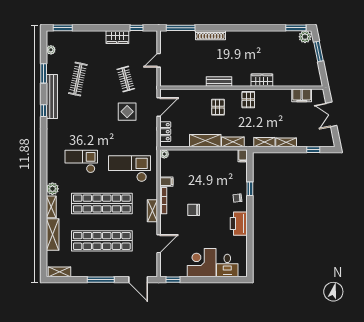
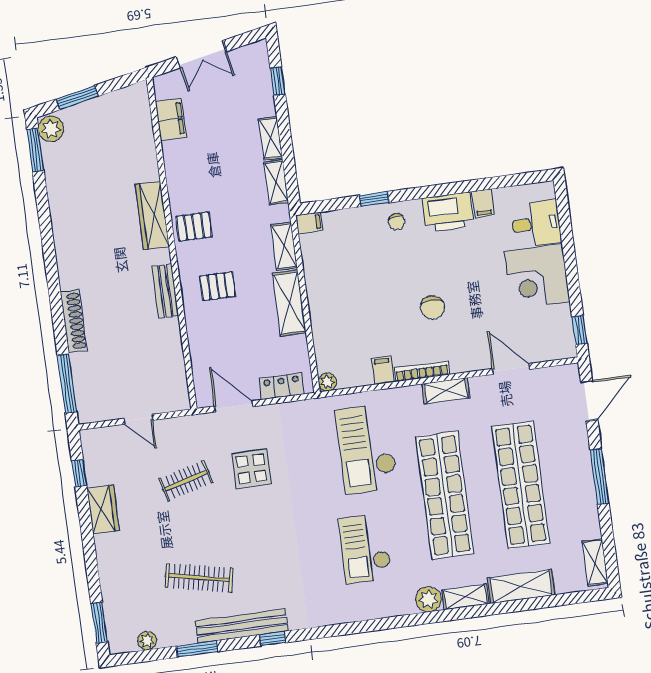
wardrobe: (262, 80) -> (152, 215), width x1.50
filing cabinet: (241, 241) -> (483, 203), added

